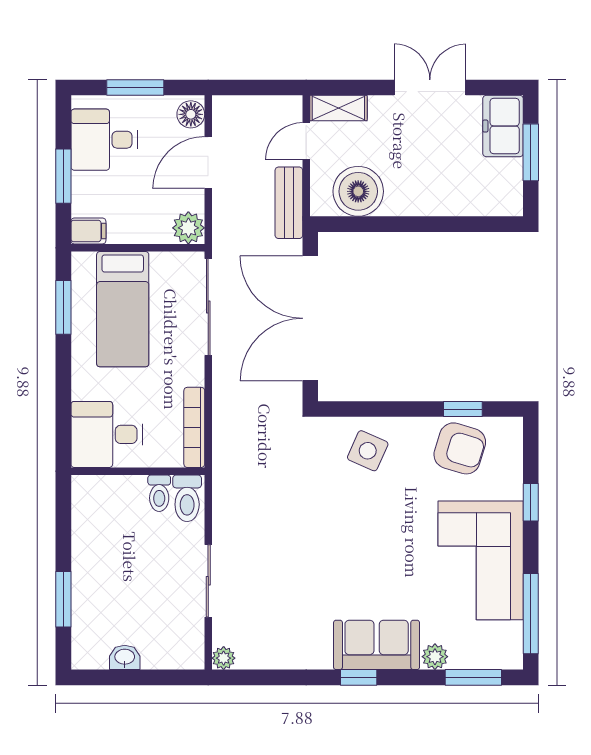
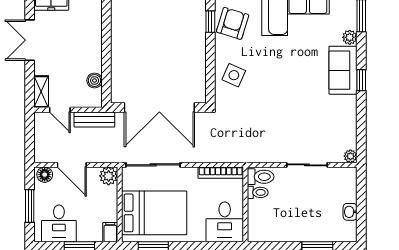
boiler: (358, 191) -> (95, 80), width x0.54, depth x0.54
bed: (123, 309) -> (154, 213), width x1.50

